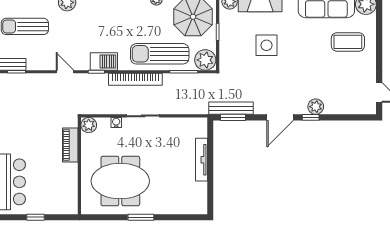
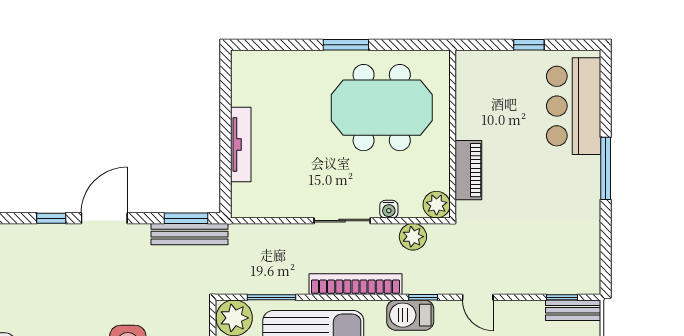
plant: (316, 107) -> (413, 237), moved

